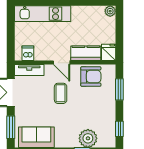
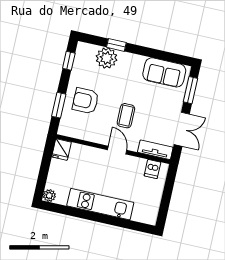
kitchen unit: (43, 14) -> (100, 204), moved
kitchen counter: (86, 53) -> (87, 154), removed
armchair: (91, 77) -> (85, 101), moved

